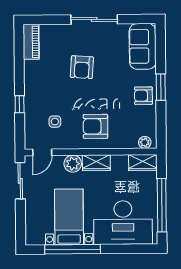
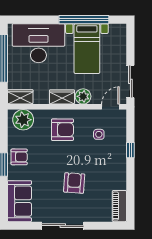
plant: (145, 142) -> (23, 120), width x1.88, depth x1.88

